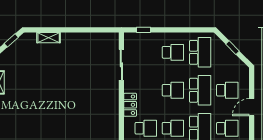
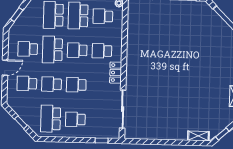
shelving: (49, 38) -> (198, 136), moved
sliding door: (121, 65) -> (123, 109), width x1.37
school desk: (200, 90) -> (52, 84), width x0.54

